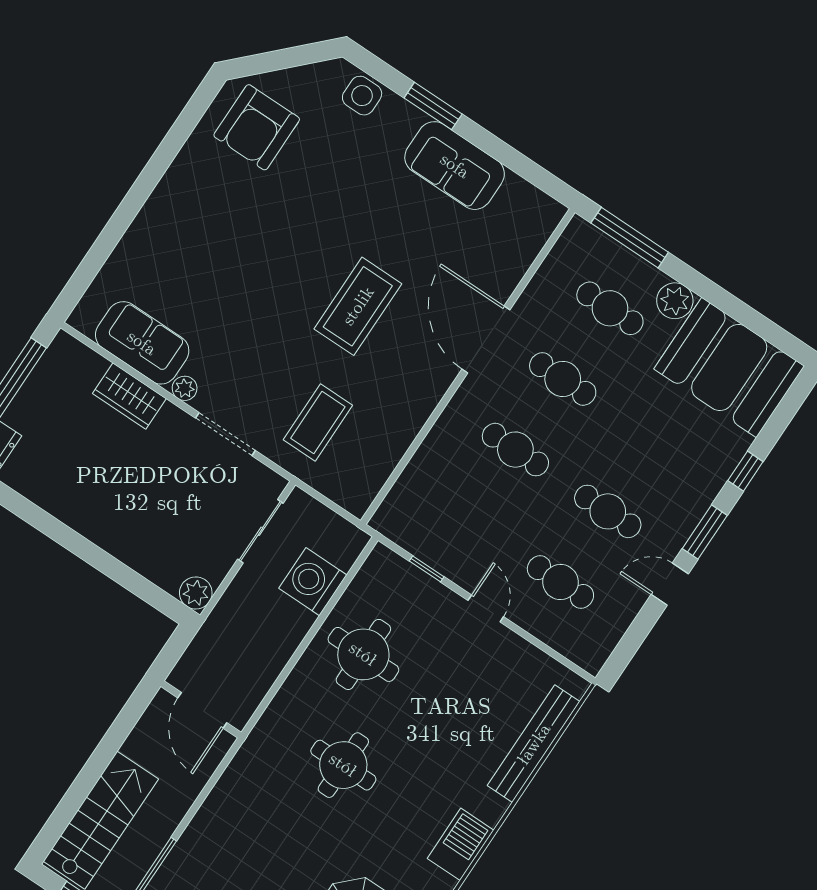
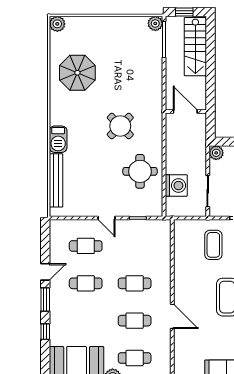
door: (486, 340) -> (172, 316), width x0.73
round table: (343, 765) -> (120, 126), turned 45
barbecue: (460, 844) -> (58, 139), moved

